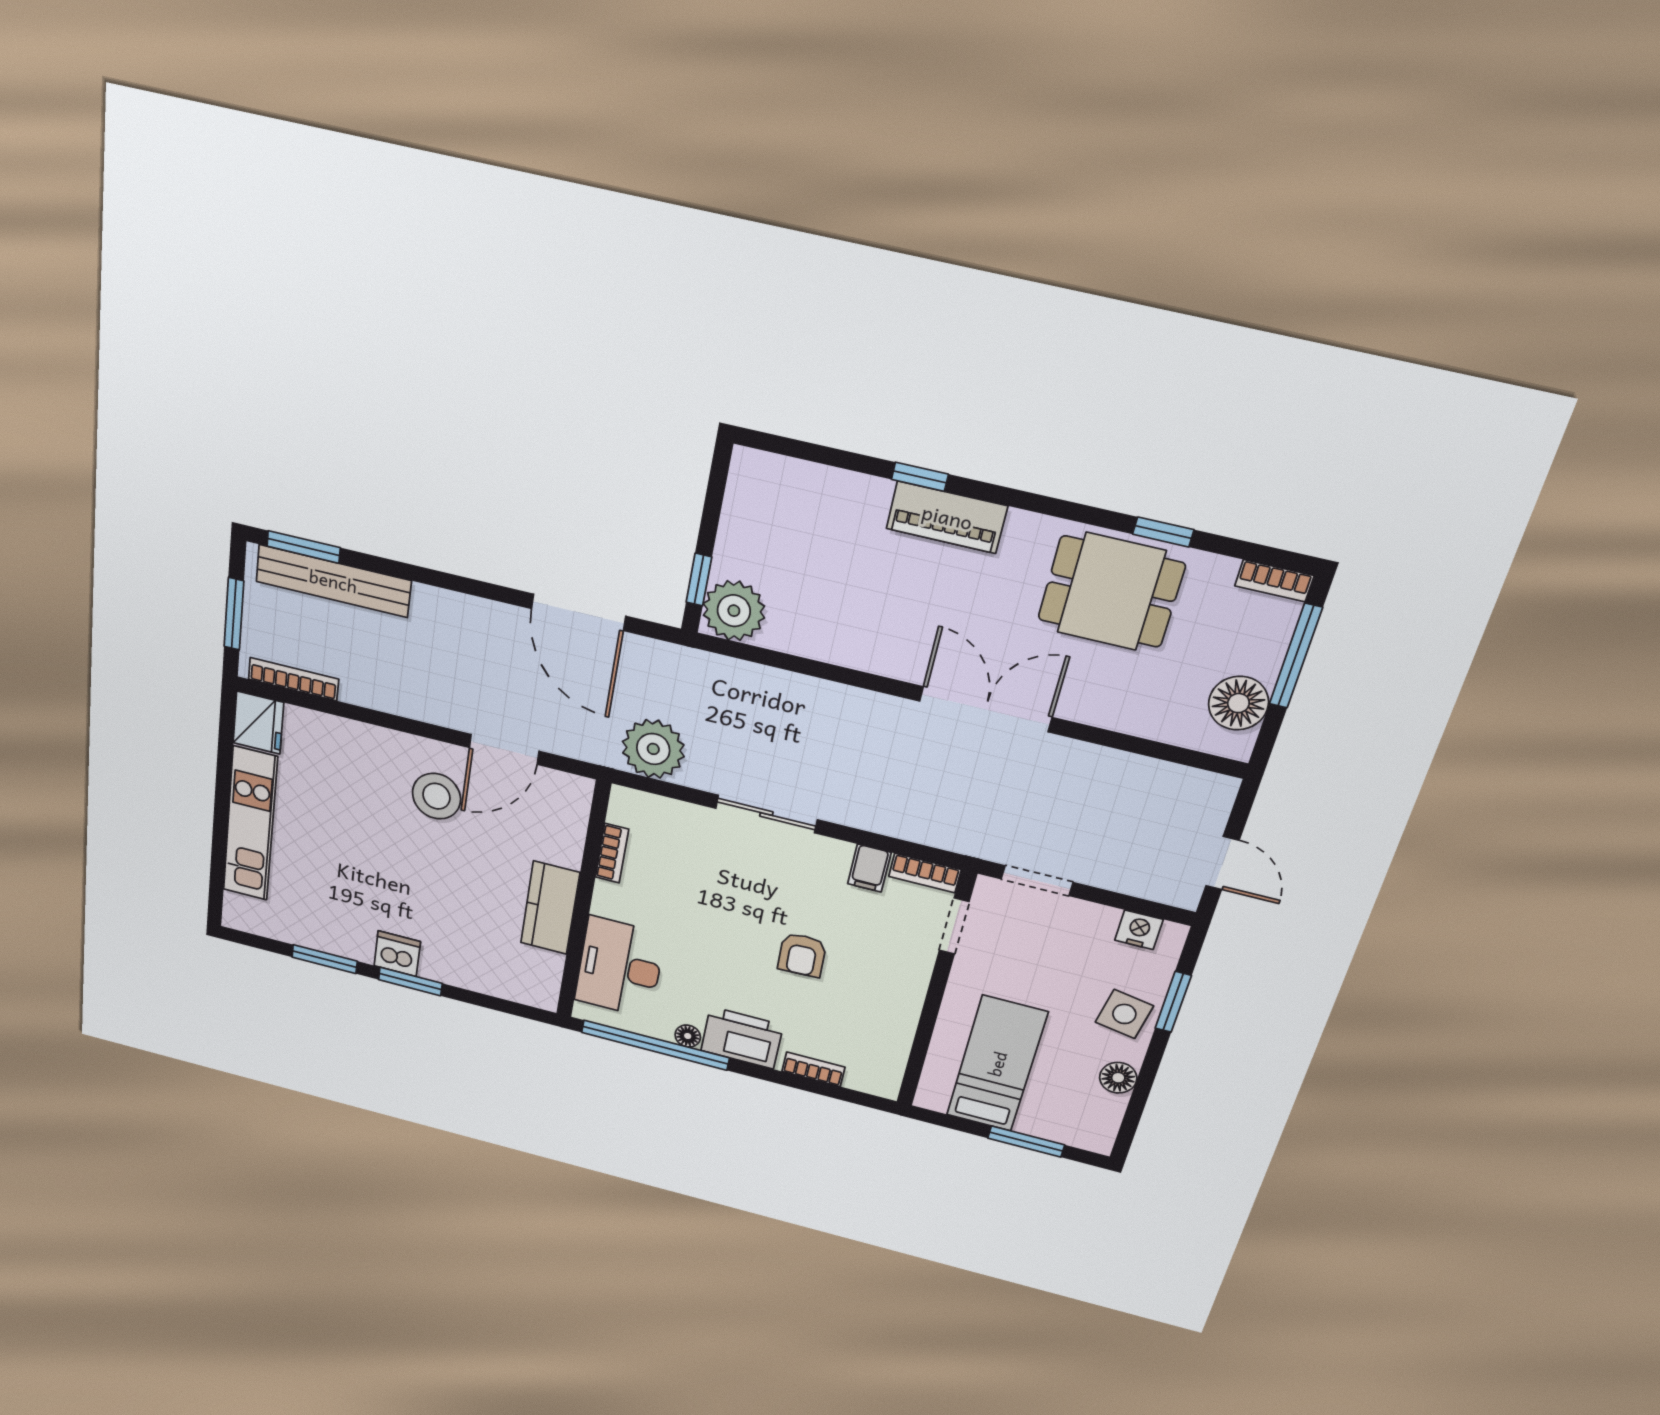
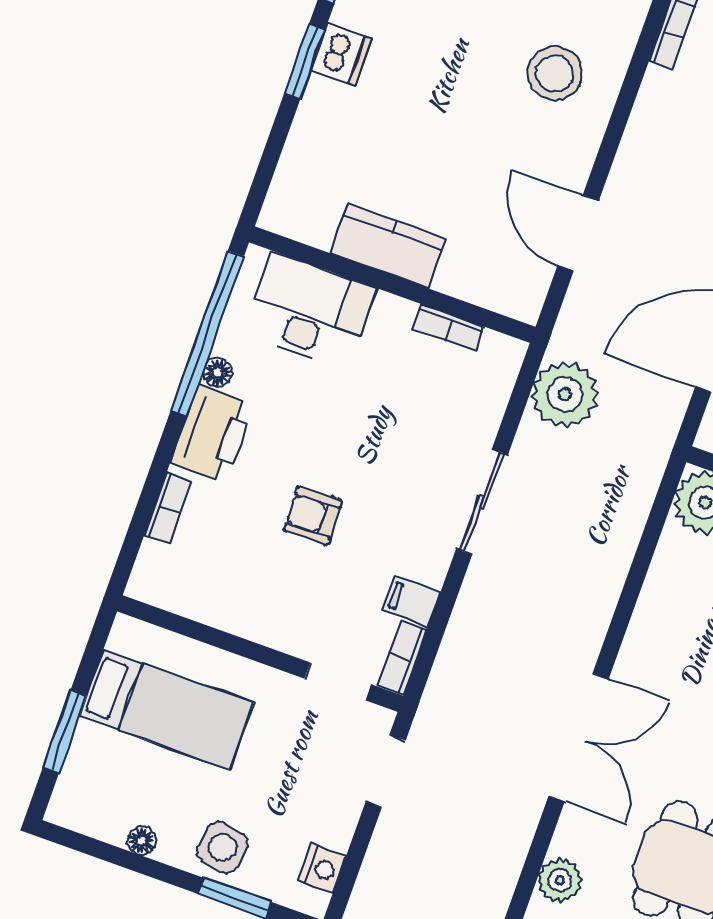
plant: (1135, 715) -> (560, 880), added
stool: (436, 796) -> (555, 74), moved
floor lamp: (1118, 1078) -> (142, 841), width x0.73, depth x0.73

